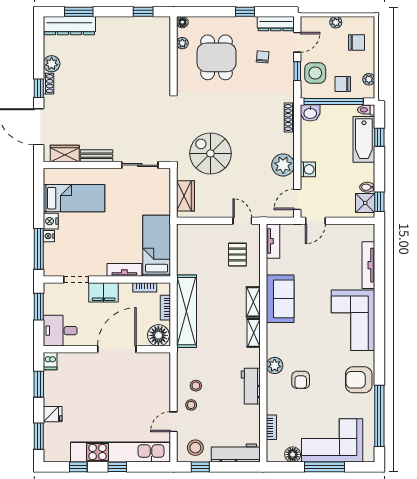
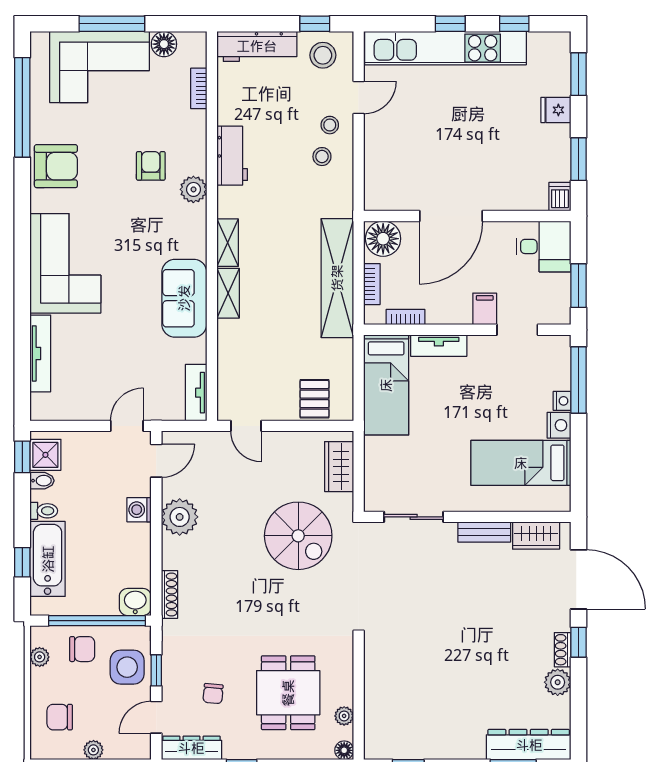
toilet: (366, 110) -> (44, 511), moved
pallet: (237, 255) -> (314, 399), moved
filing cabinet: (104, 292) -> (485, 309), width x0.50

